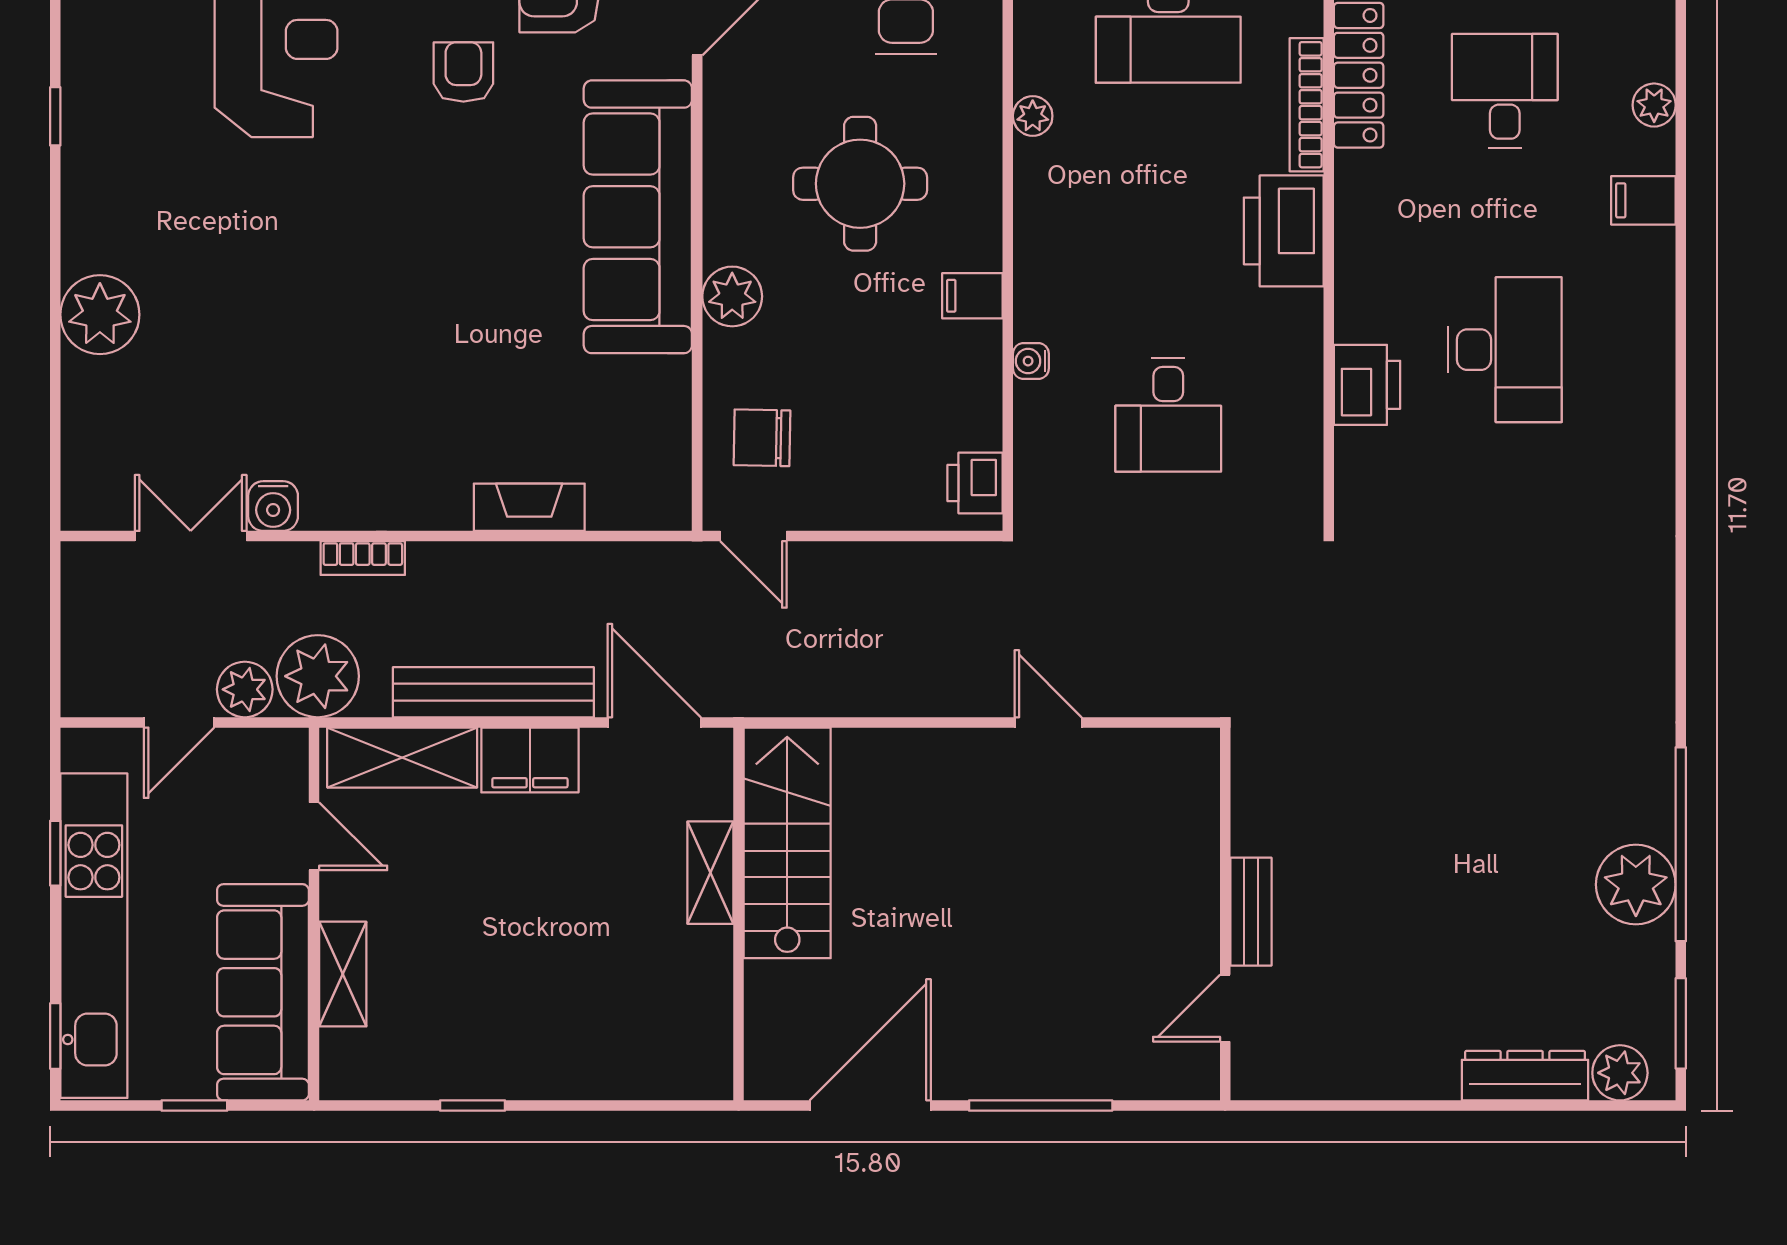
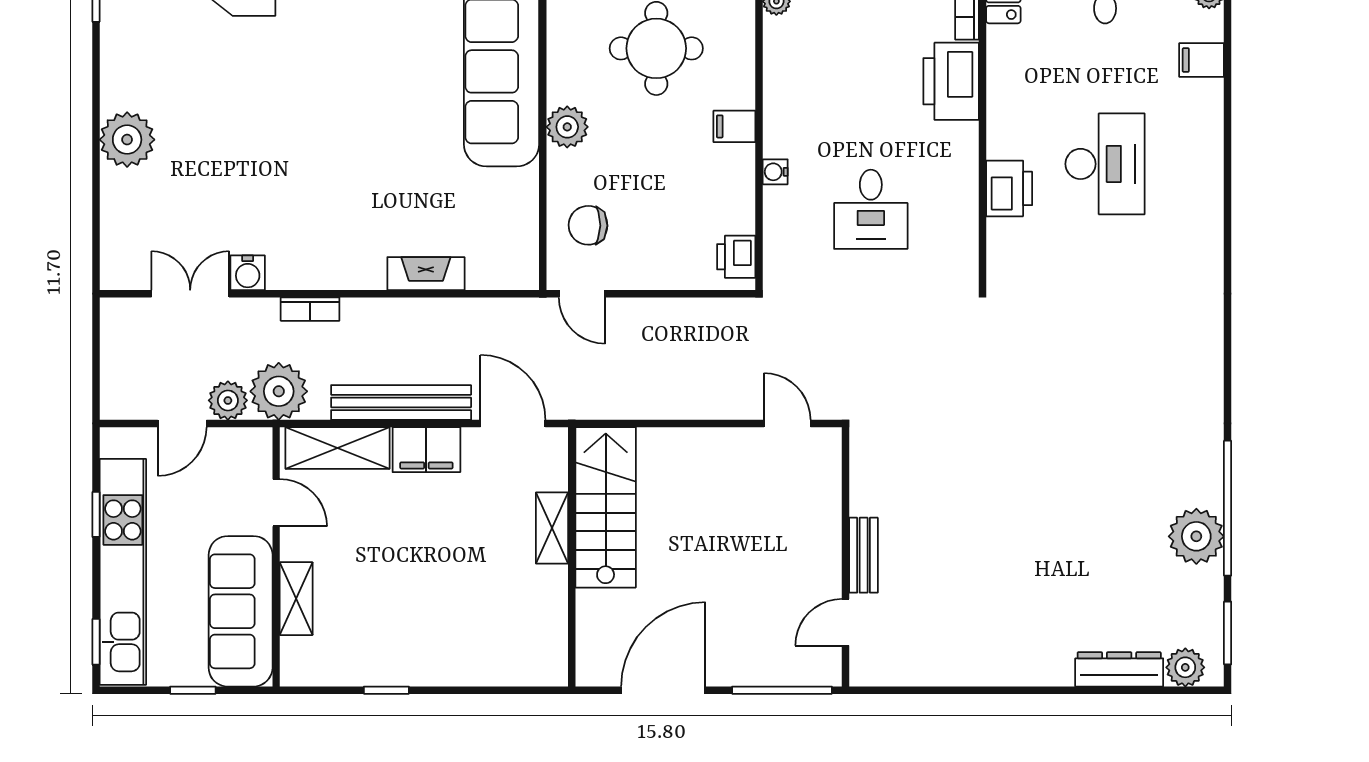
bench: (1251, 912) -> (864, 555), moved
wall: (1225, 914) -> (846, 557), moved
door: (1225, 1008) -> (846, 622), moved

